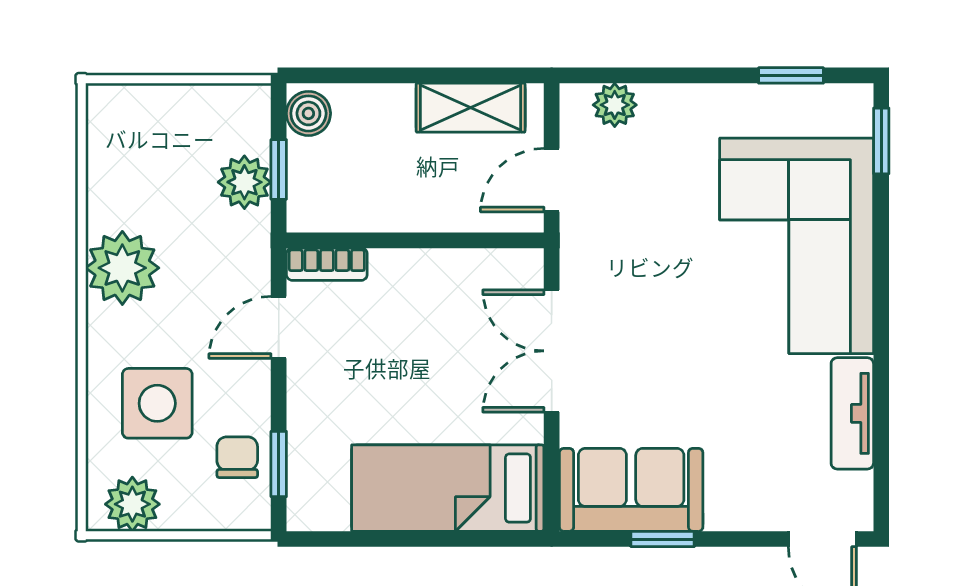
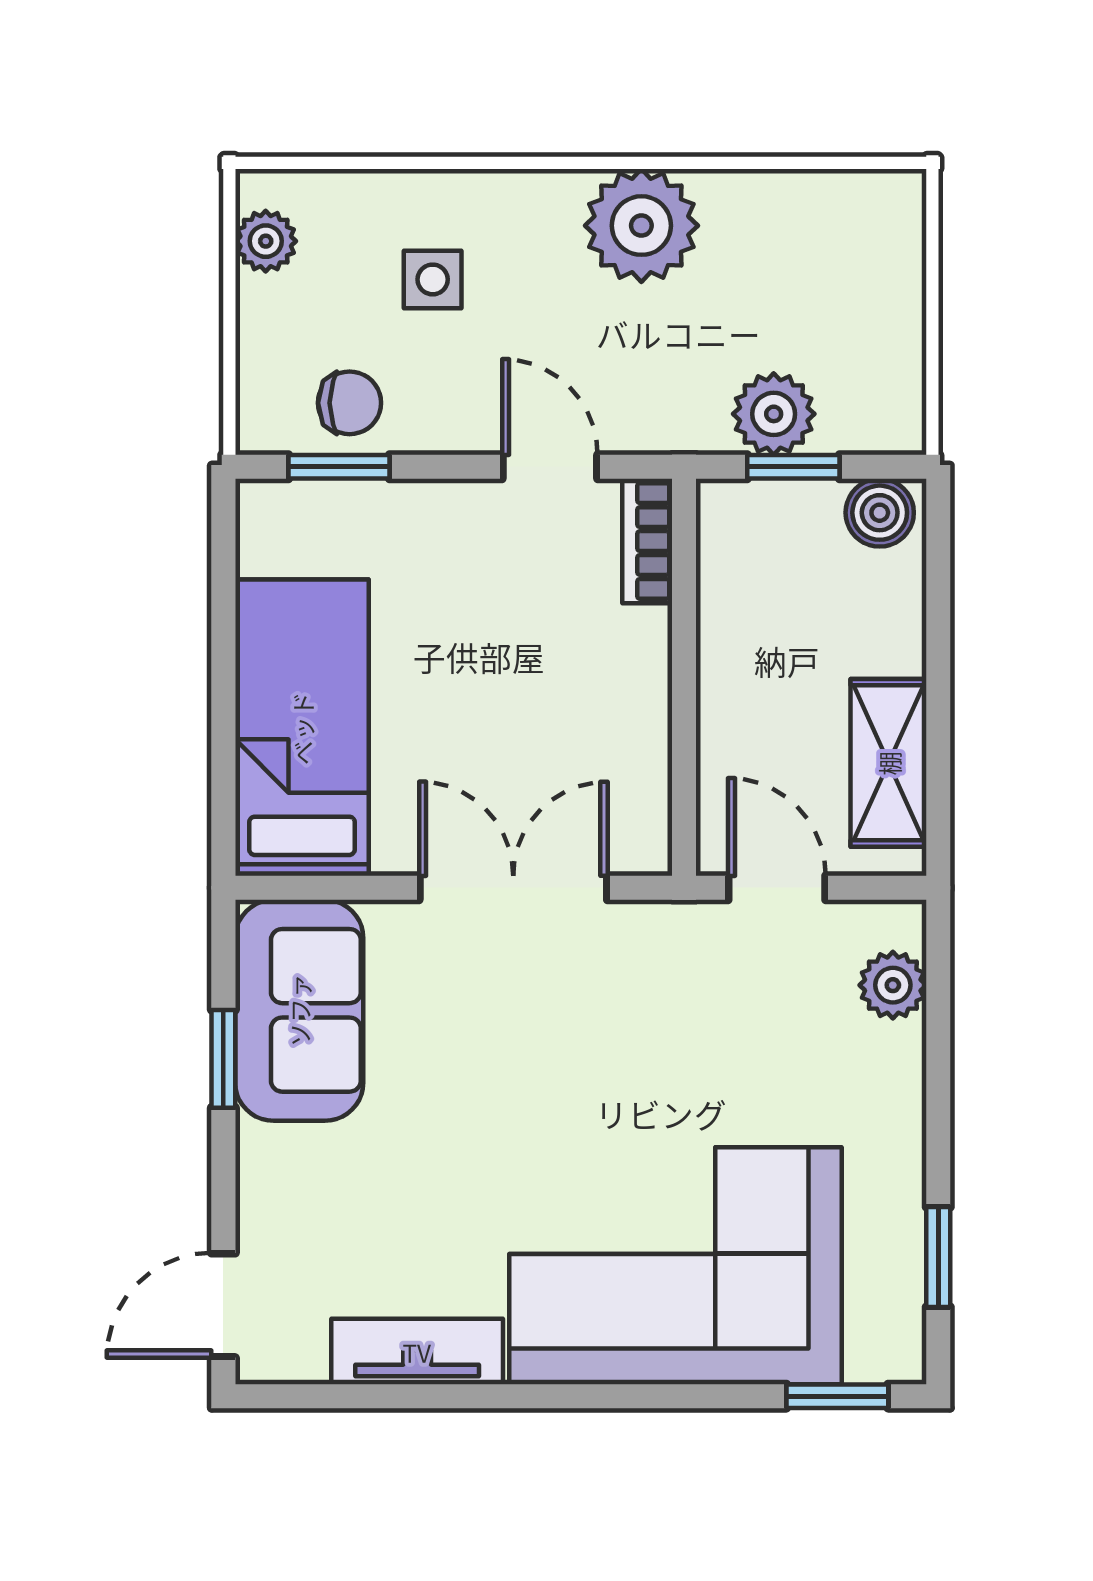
side table: (157, 403) -> (433, 279), width x0.54, depth x0.54
plant: (132, 504) -> (266, 241), width x0.73, depth x0.73

